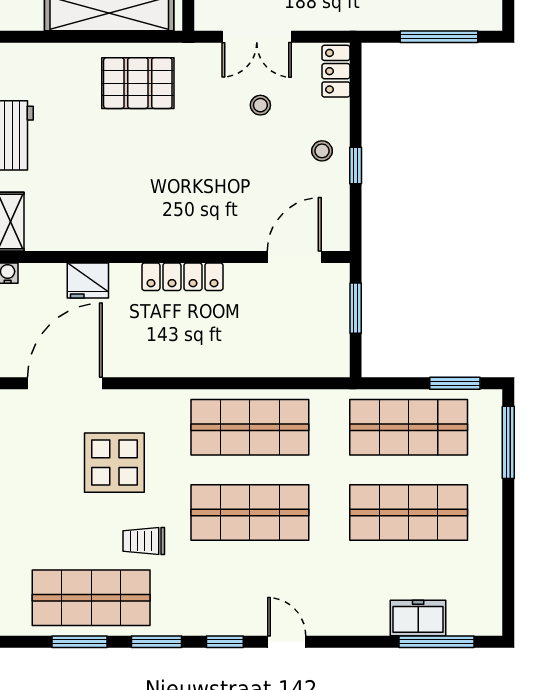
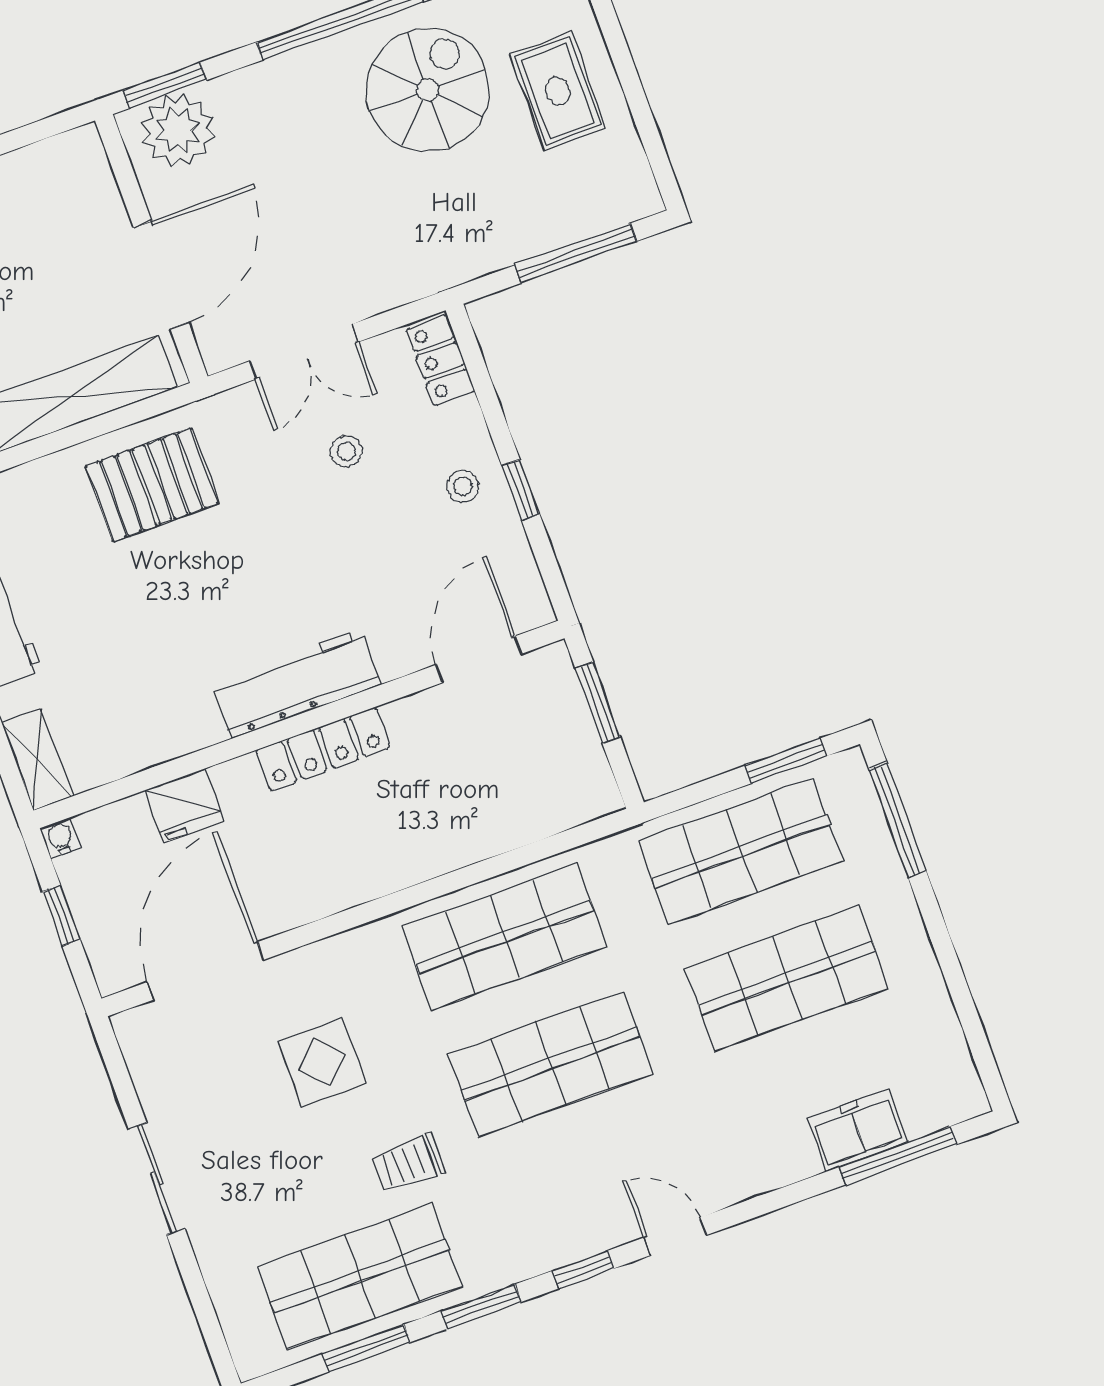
workbench: (181, 232) -> (296, 684), added
display table: (114, 463) -> (322, 1062), width x0.73, depth x0.73

